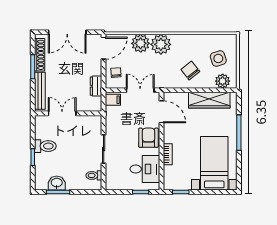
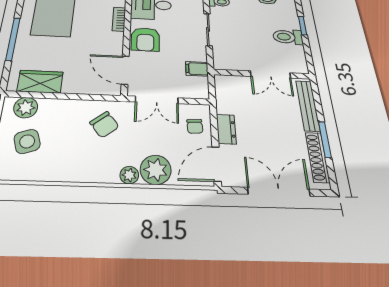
plant: (161, 44) -> (129, 175), width x0.53, depth x0.53
chair: (190, 70) -> (104, 125), moved
dresser: (96, 86) -> (226, 129), moved
filing cabinet: (113, 100) -> (197, 69), moved
wardrobe: (209, 100) -> (40, 82), width x0.67

